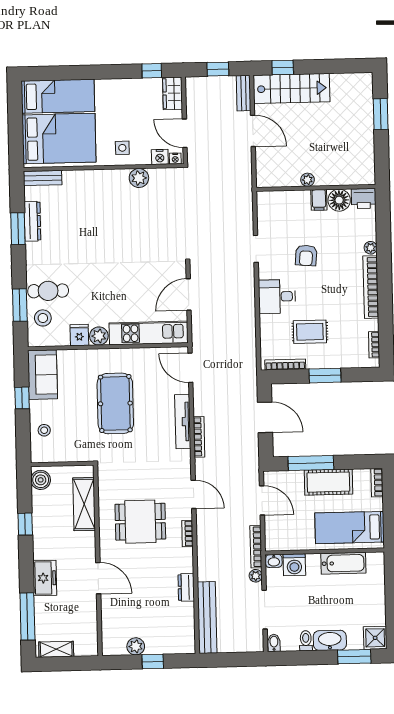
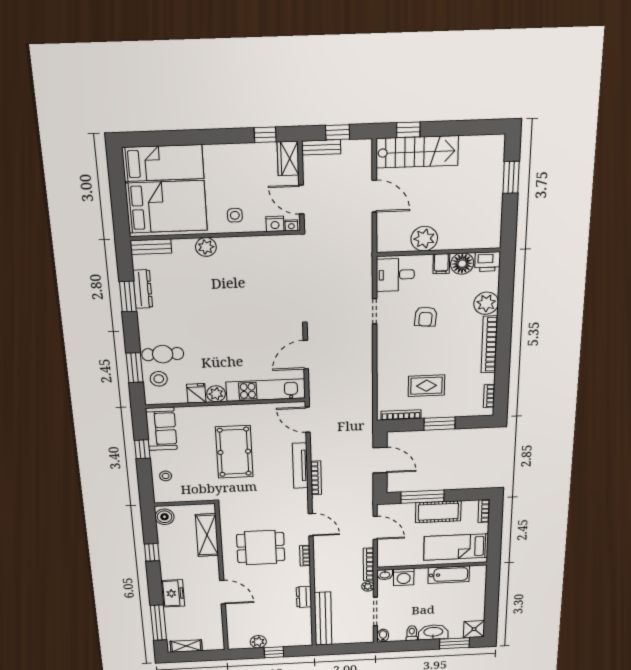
bench: (243, 93) -> (321, 147), moved, turned 90
plant: (139, 178) -> (206, 247), moved
plant: (308, 180) -> (424, 239), width x1.88, depth x1.88
plant: (371, 248) -> (486, 303), width x1.87, depth x1.87
desk: (277, 296) -> (395, 275), moved

